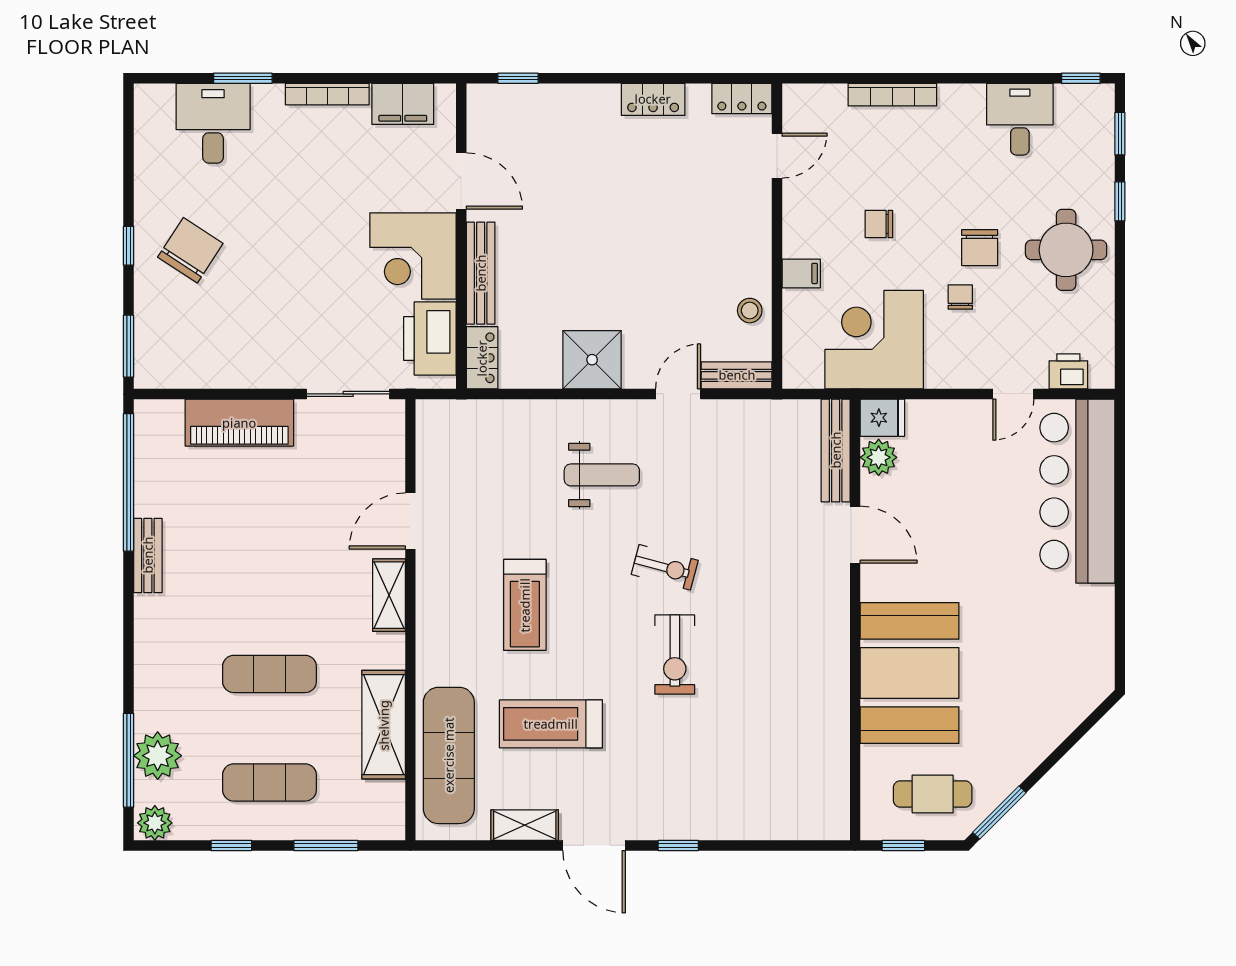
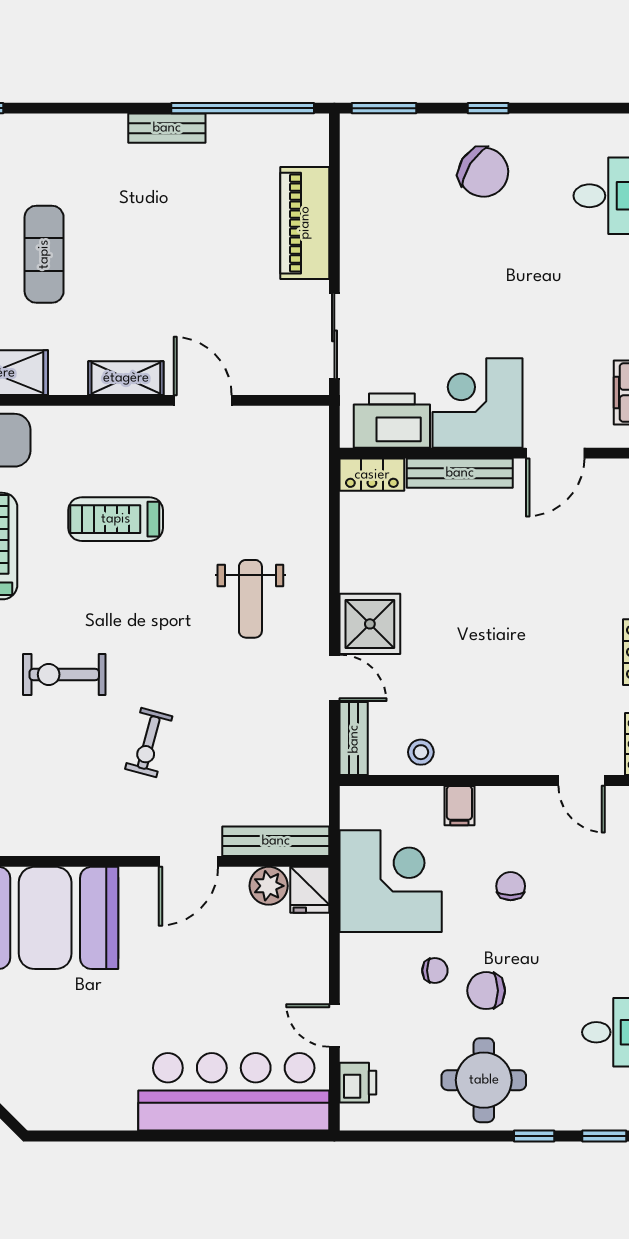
shower: (592, 360) -> (370, 624), moved
exercise bike: (665, 567) -> (149, 743), moved

